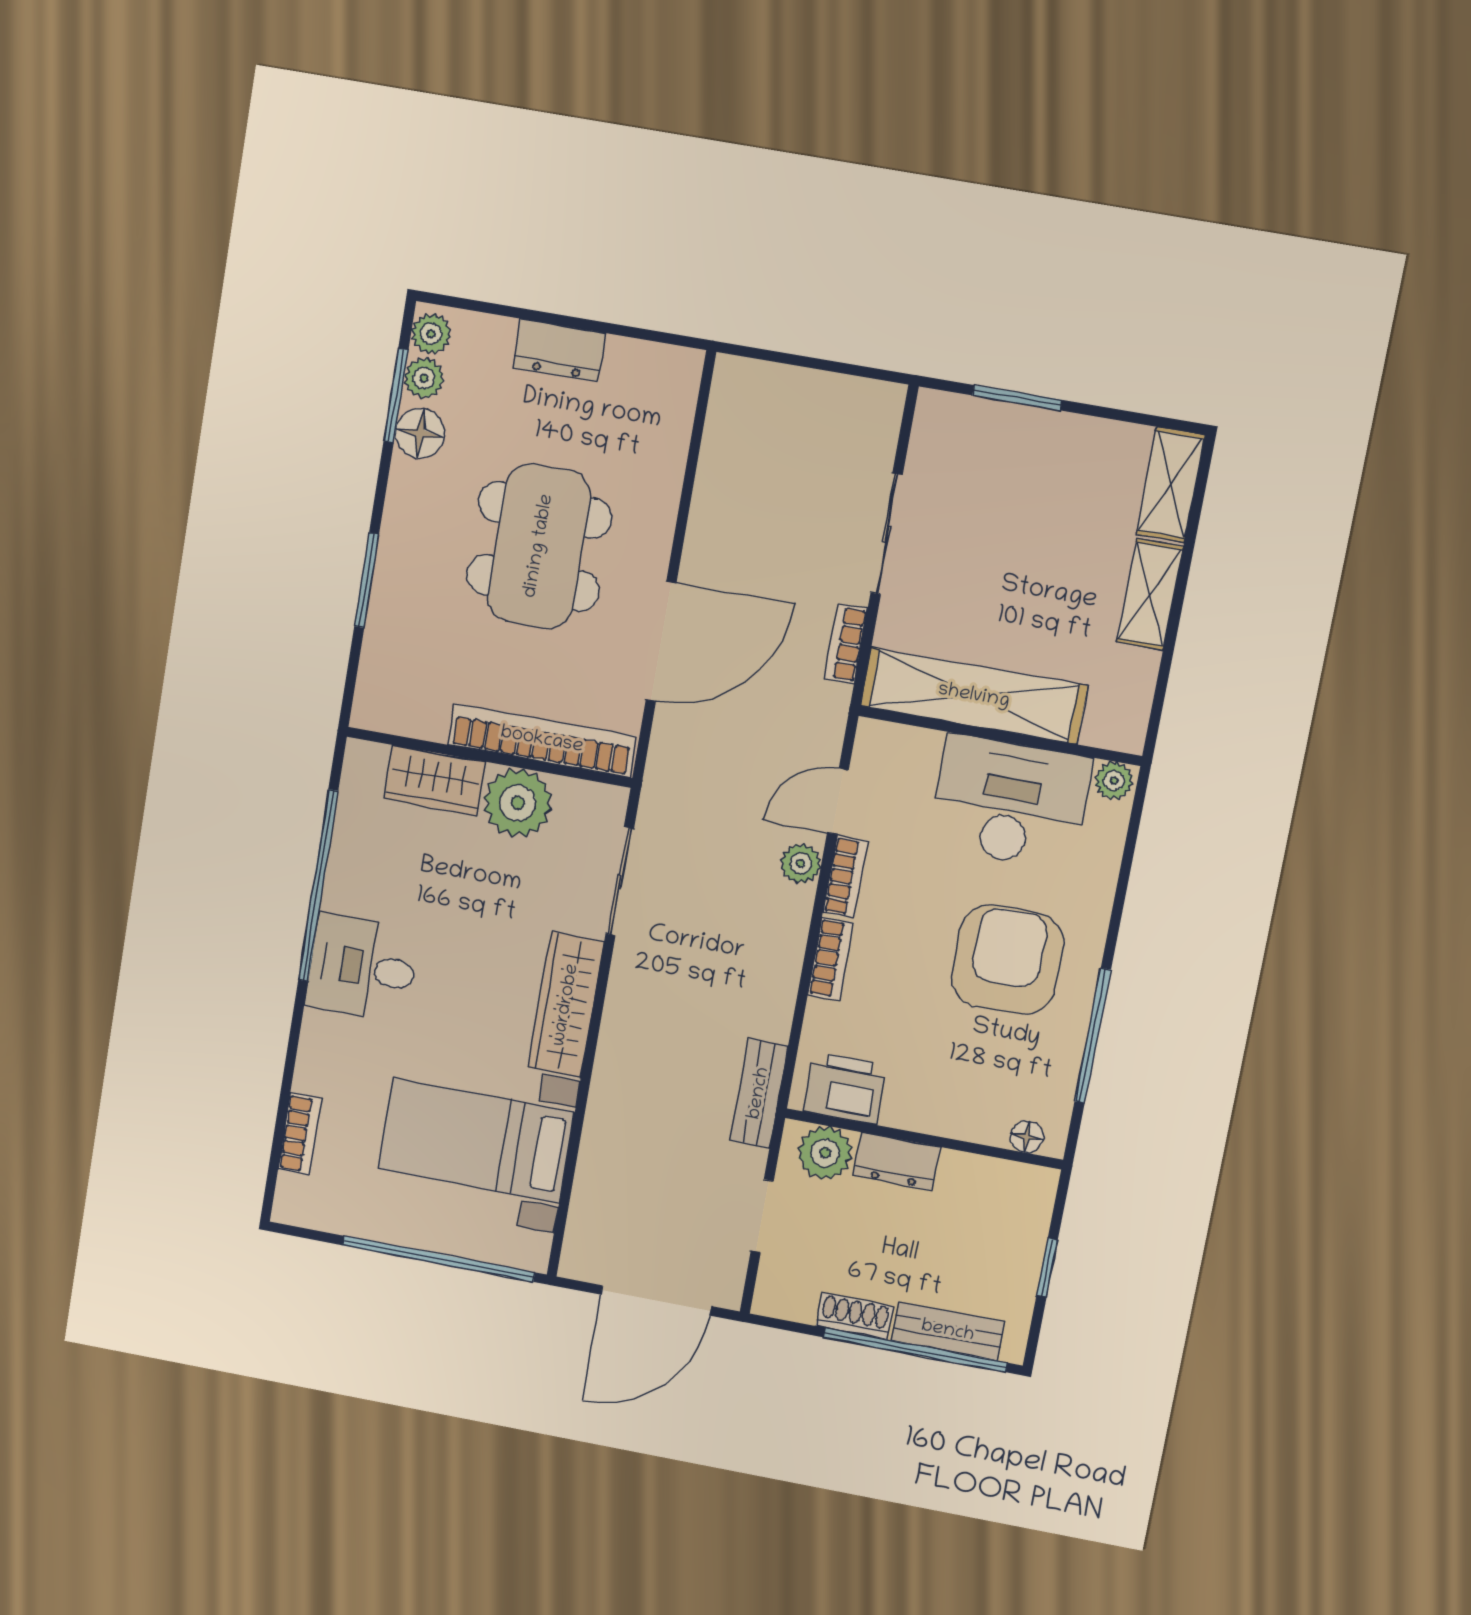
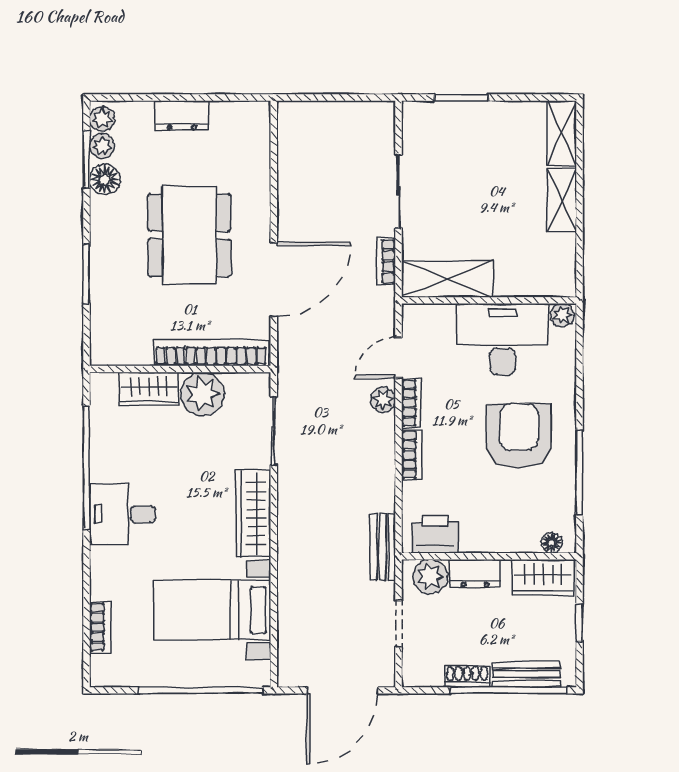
shelving: (974, 696) -> (447, 279), width x0.68
wardrobe: (1003, 1187) -> (543, 577), added

